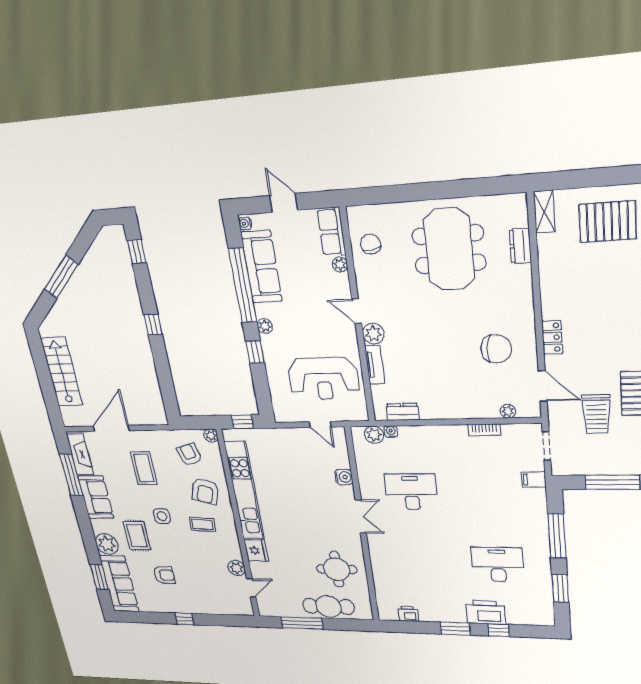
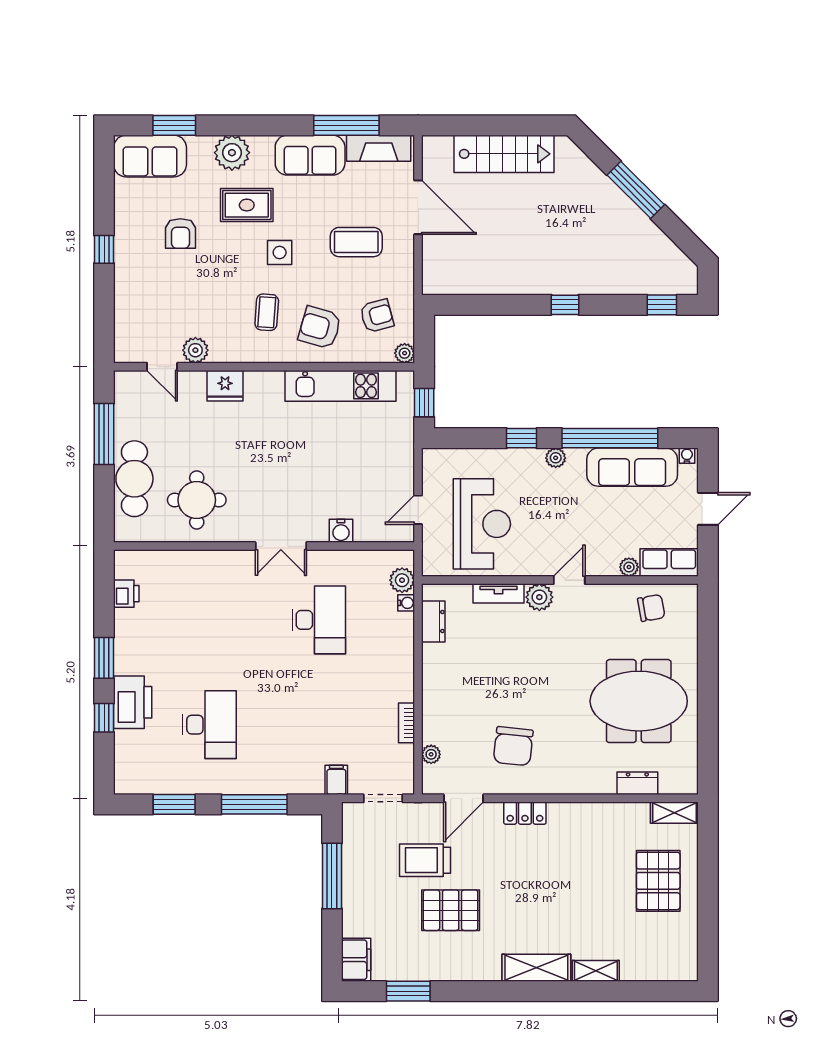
reception desk: (323, 379) -> (482, 524), turned 180
kitchen unit: (244, 491) -> (341, 386), width x0.73
sofa: (119, 584) -> (150, 156), width x0.73

